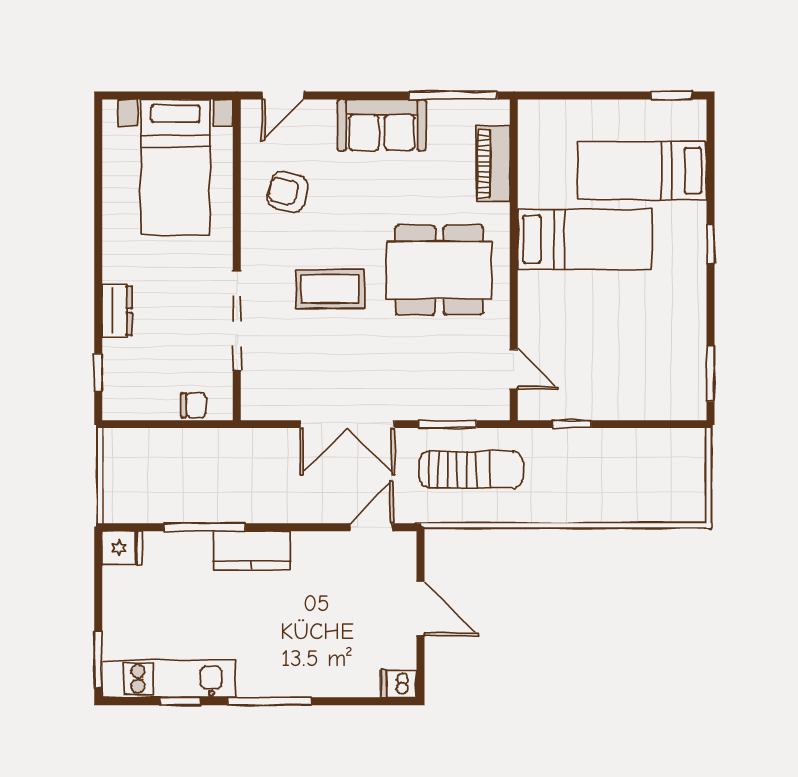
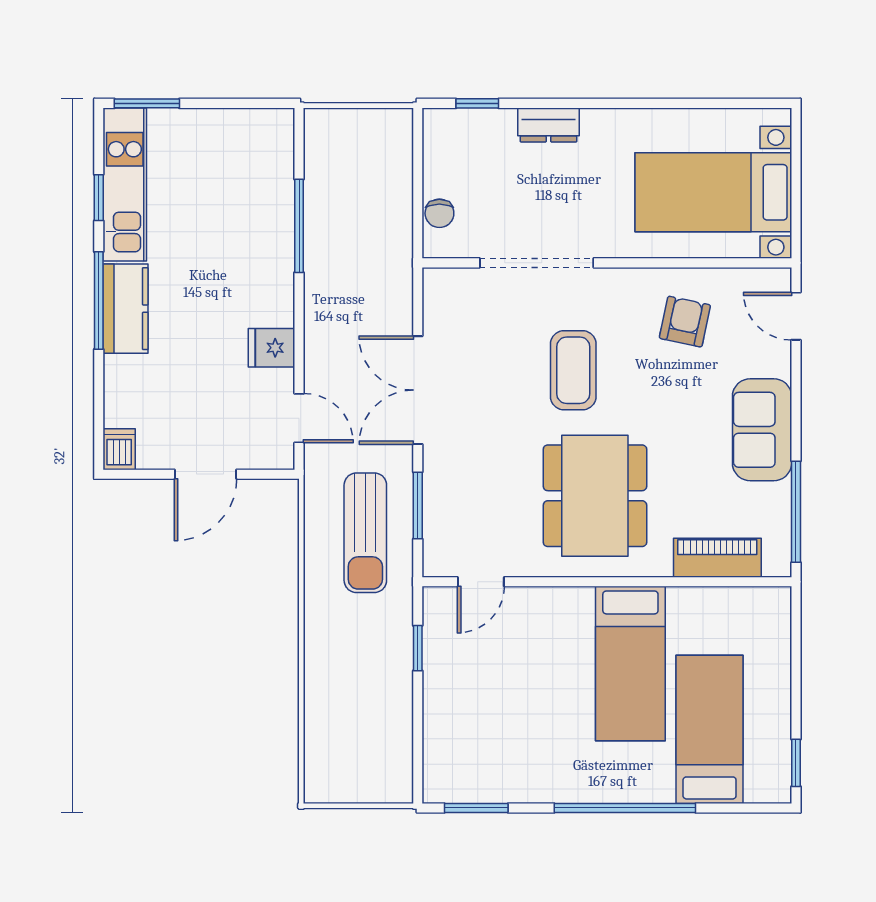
window: (710, 244) -> (625, 808), width x3.17
fridge: (122, 548) -> (271, 348), moved, turned 90
kitchen counter: (252, 551) -> (126, 309), moved, turned 180

